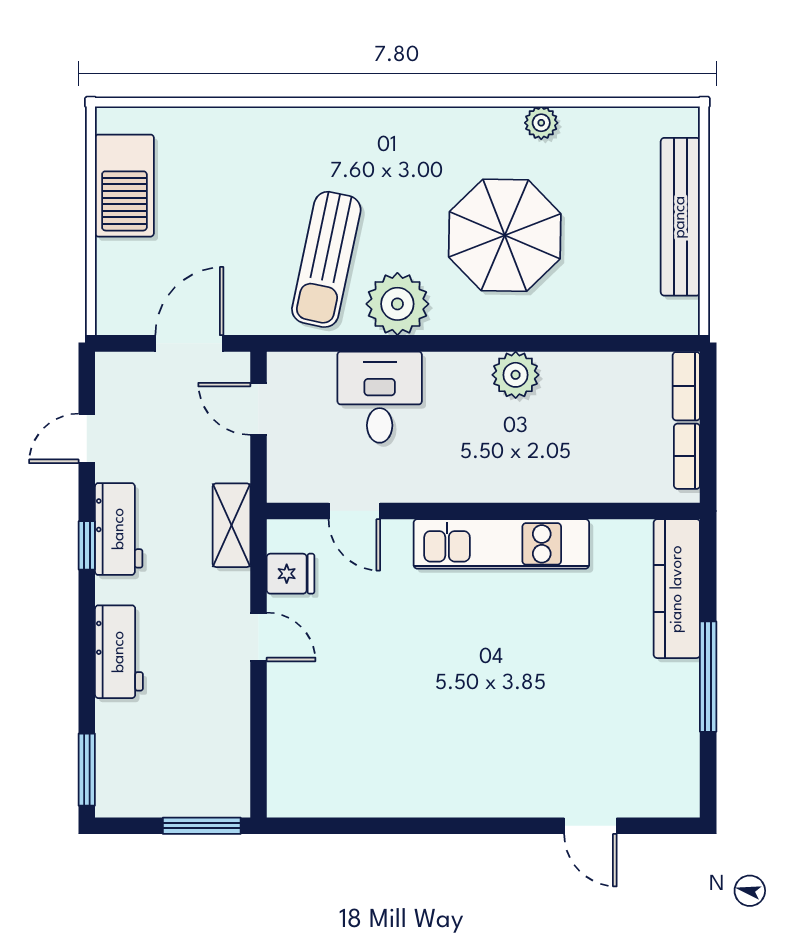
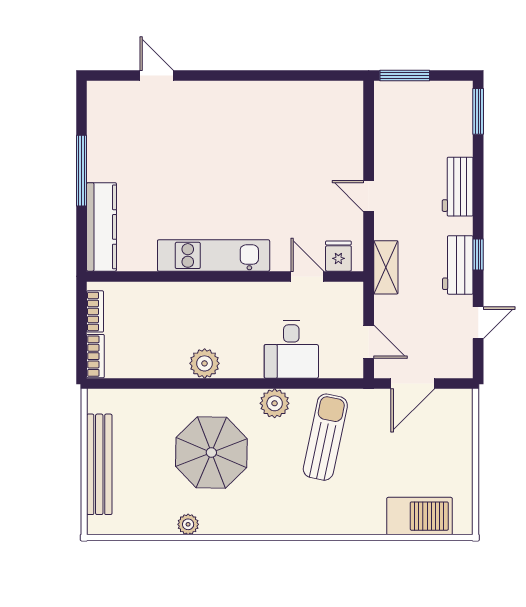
barbecue: (124, 186) -> (419, 516), moved, turned 90
plant: (397, 304) -> (275, 403), width x0.73, depth x0.73
fridge: (290, 574) -> (338, 256), moved, turned 90

